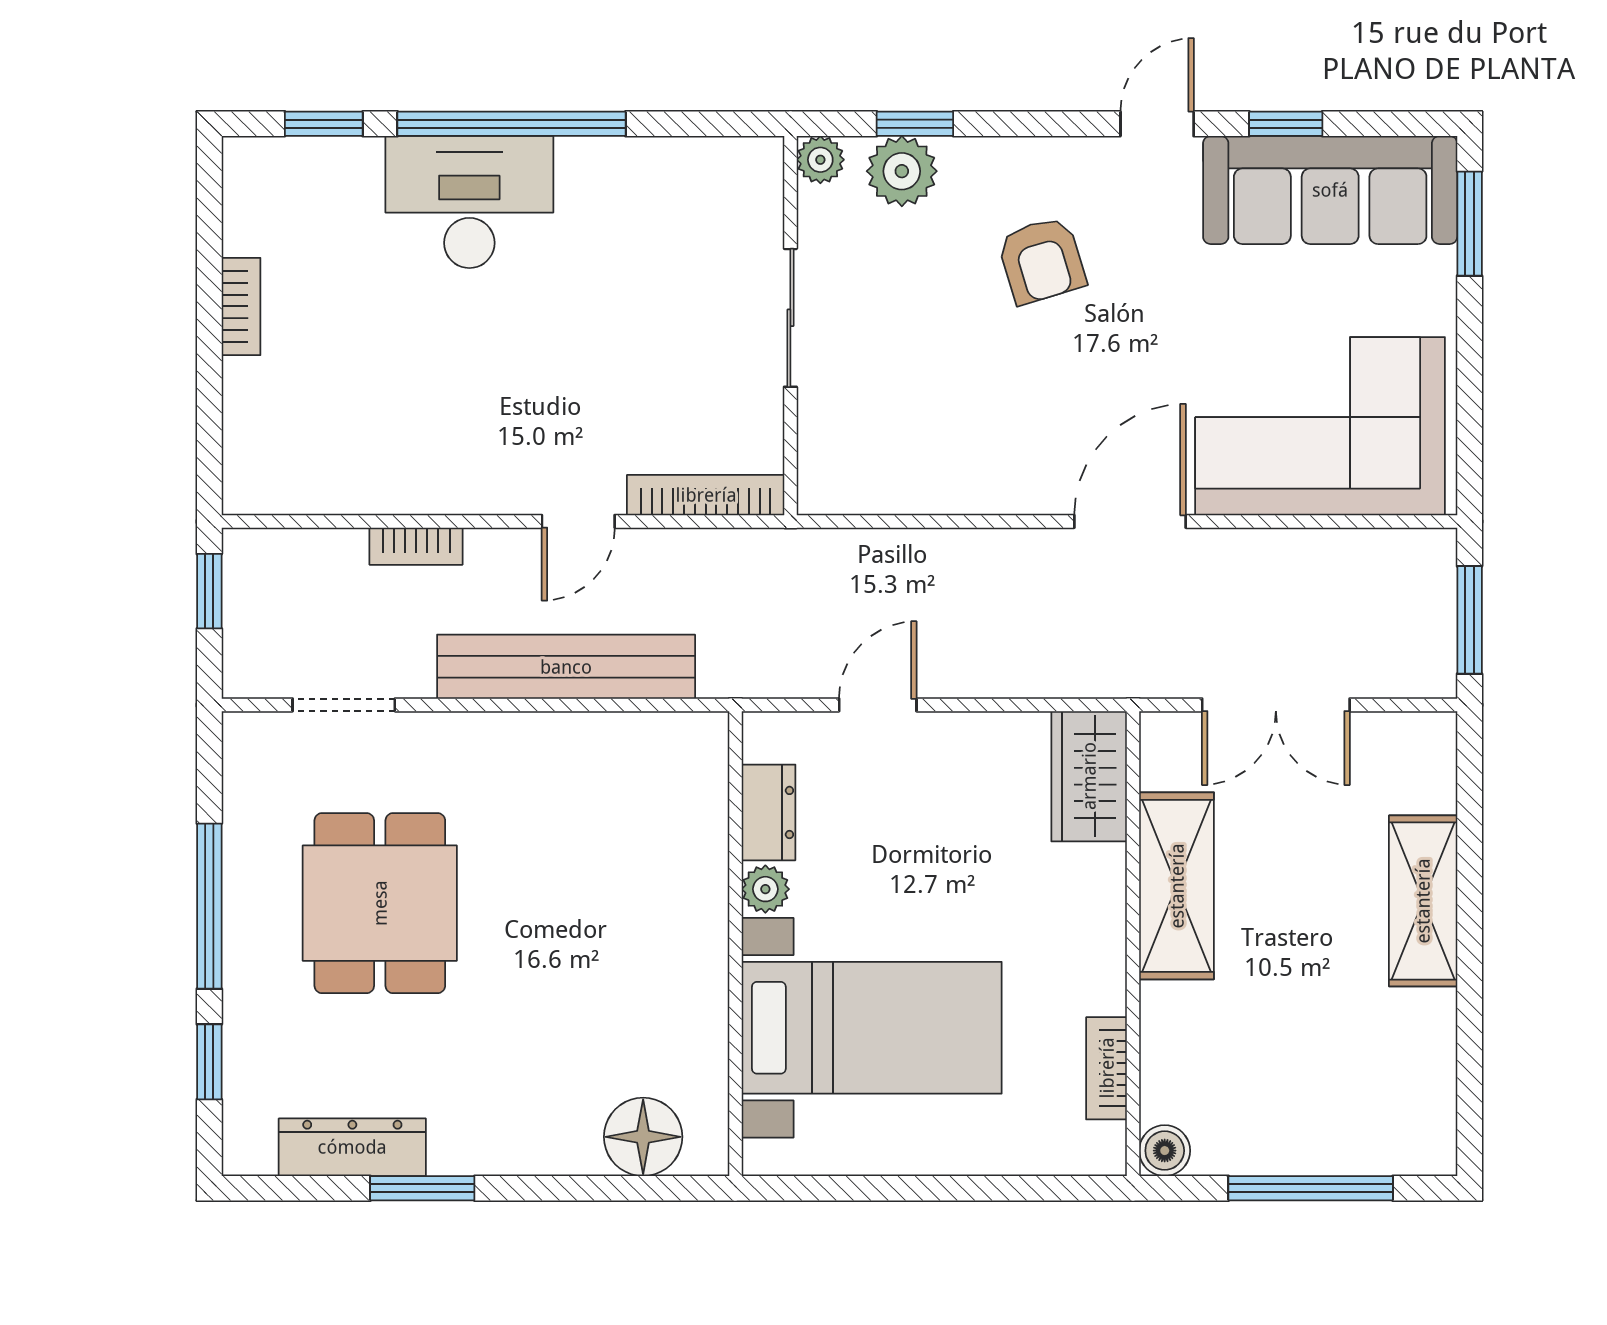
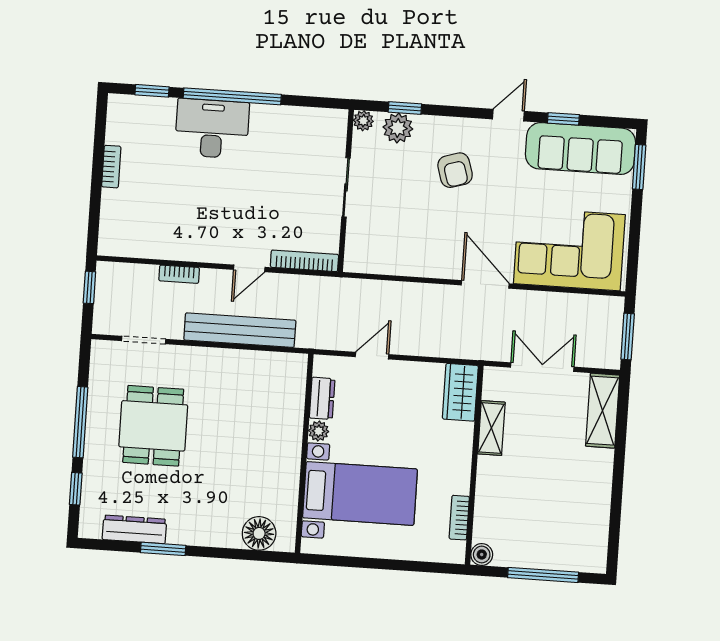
door: (1130, 521) -> (485, 284), hinge flipped
double door: (1276, 705) -> (542, 367), swing flipped
shelving: (1177, 886) -> (491, 428), width x0.67, depth x0.75
shelving: (1423, 901) -> (603, 411), moved

